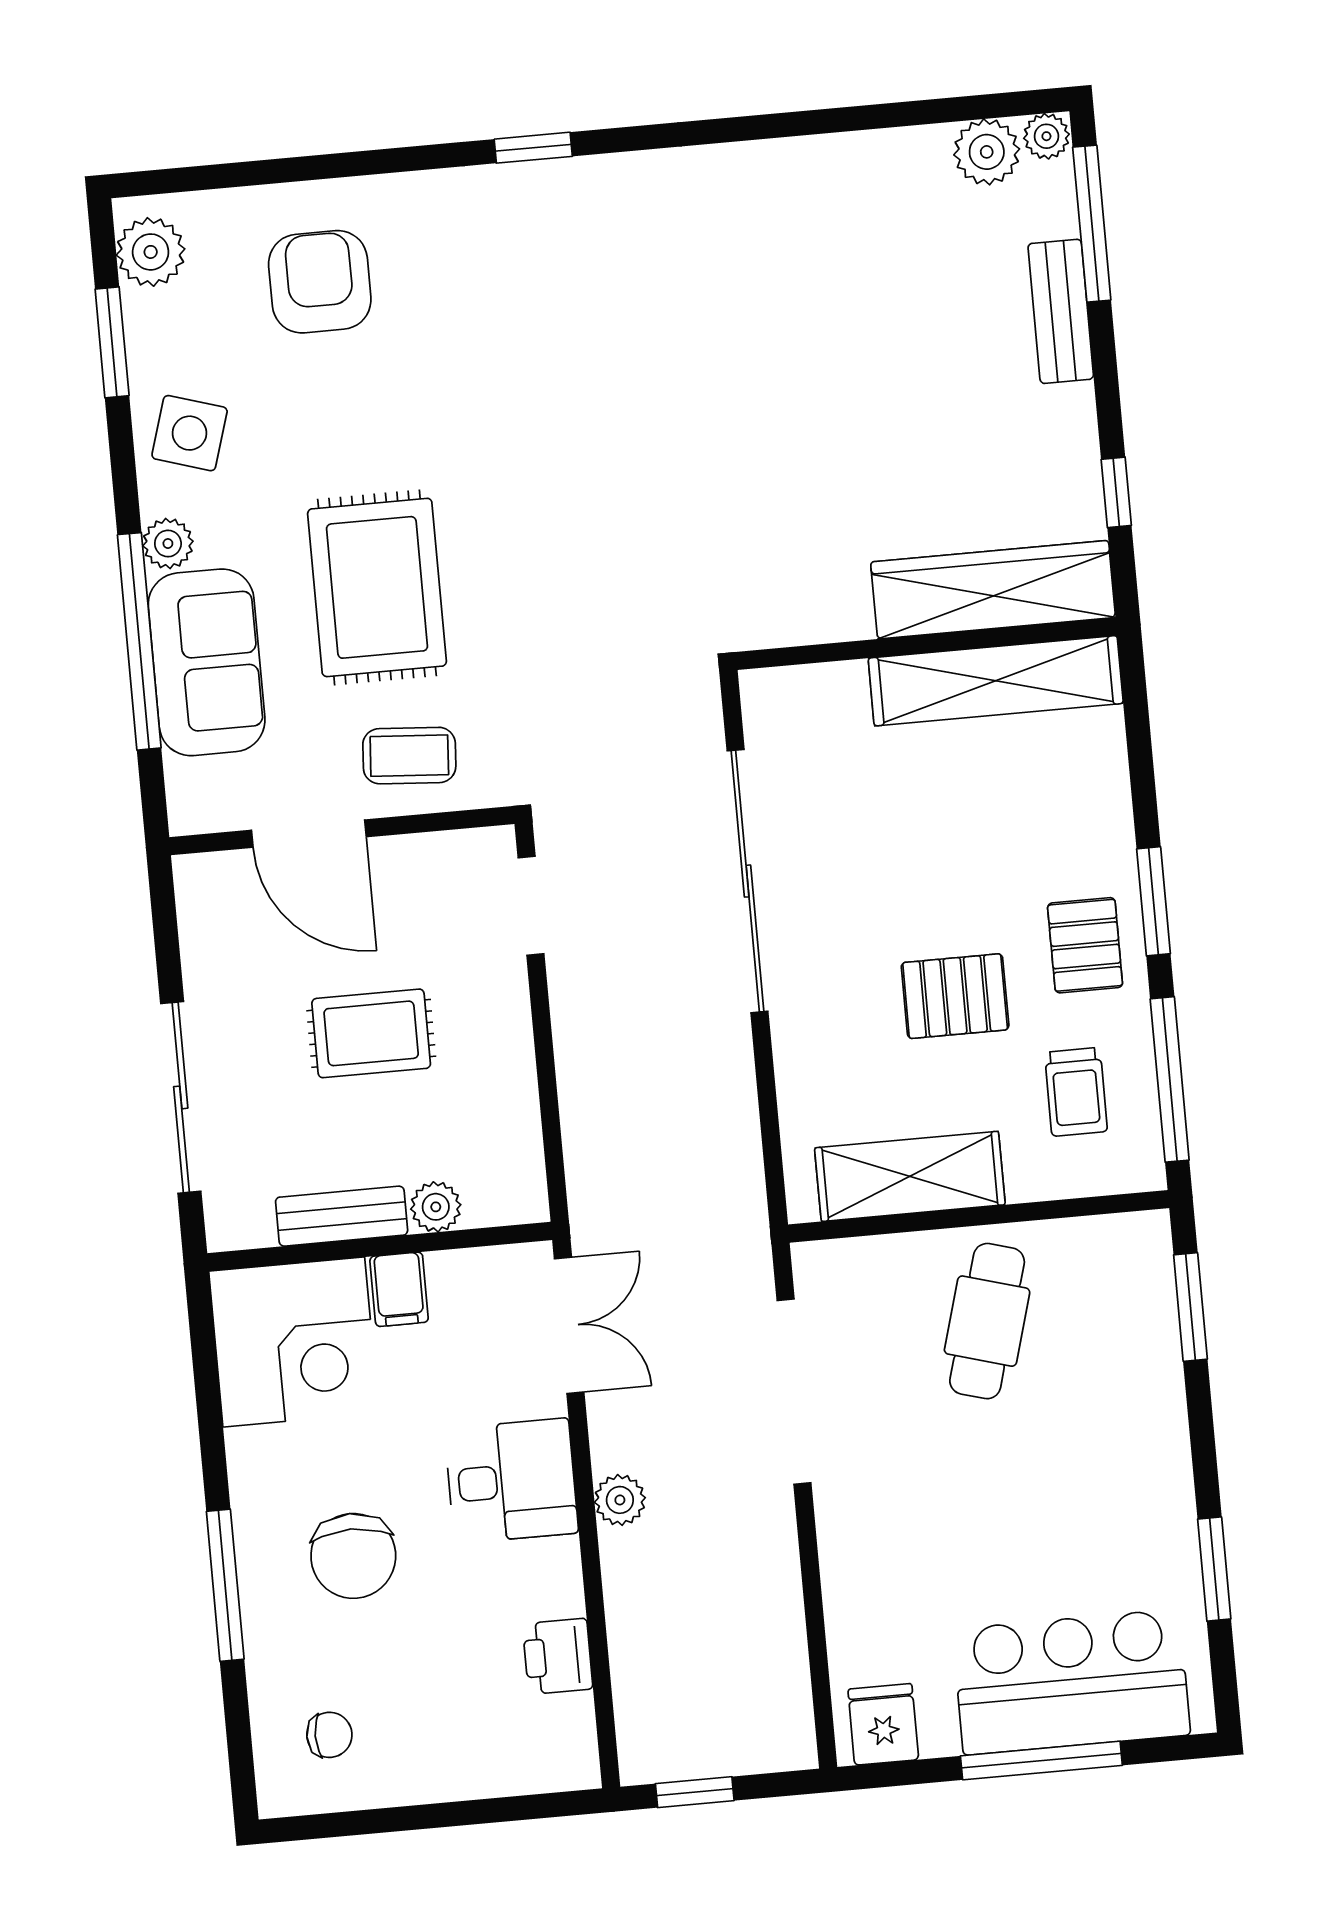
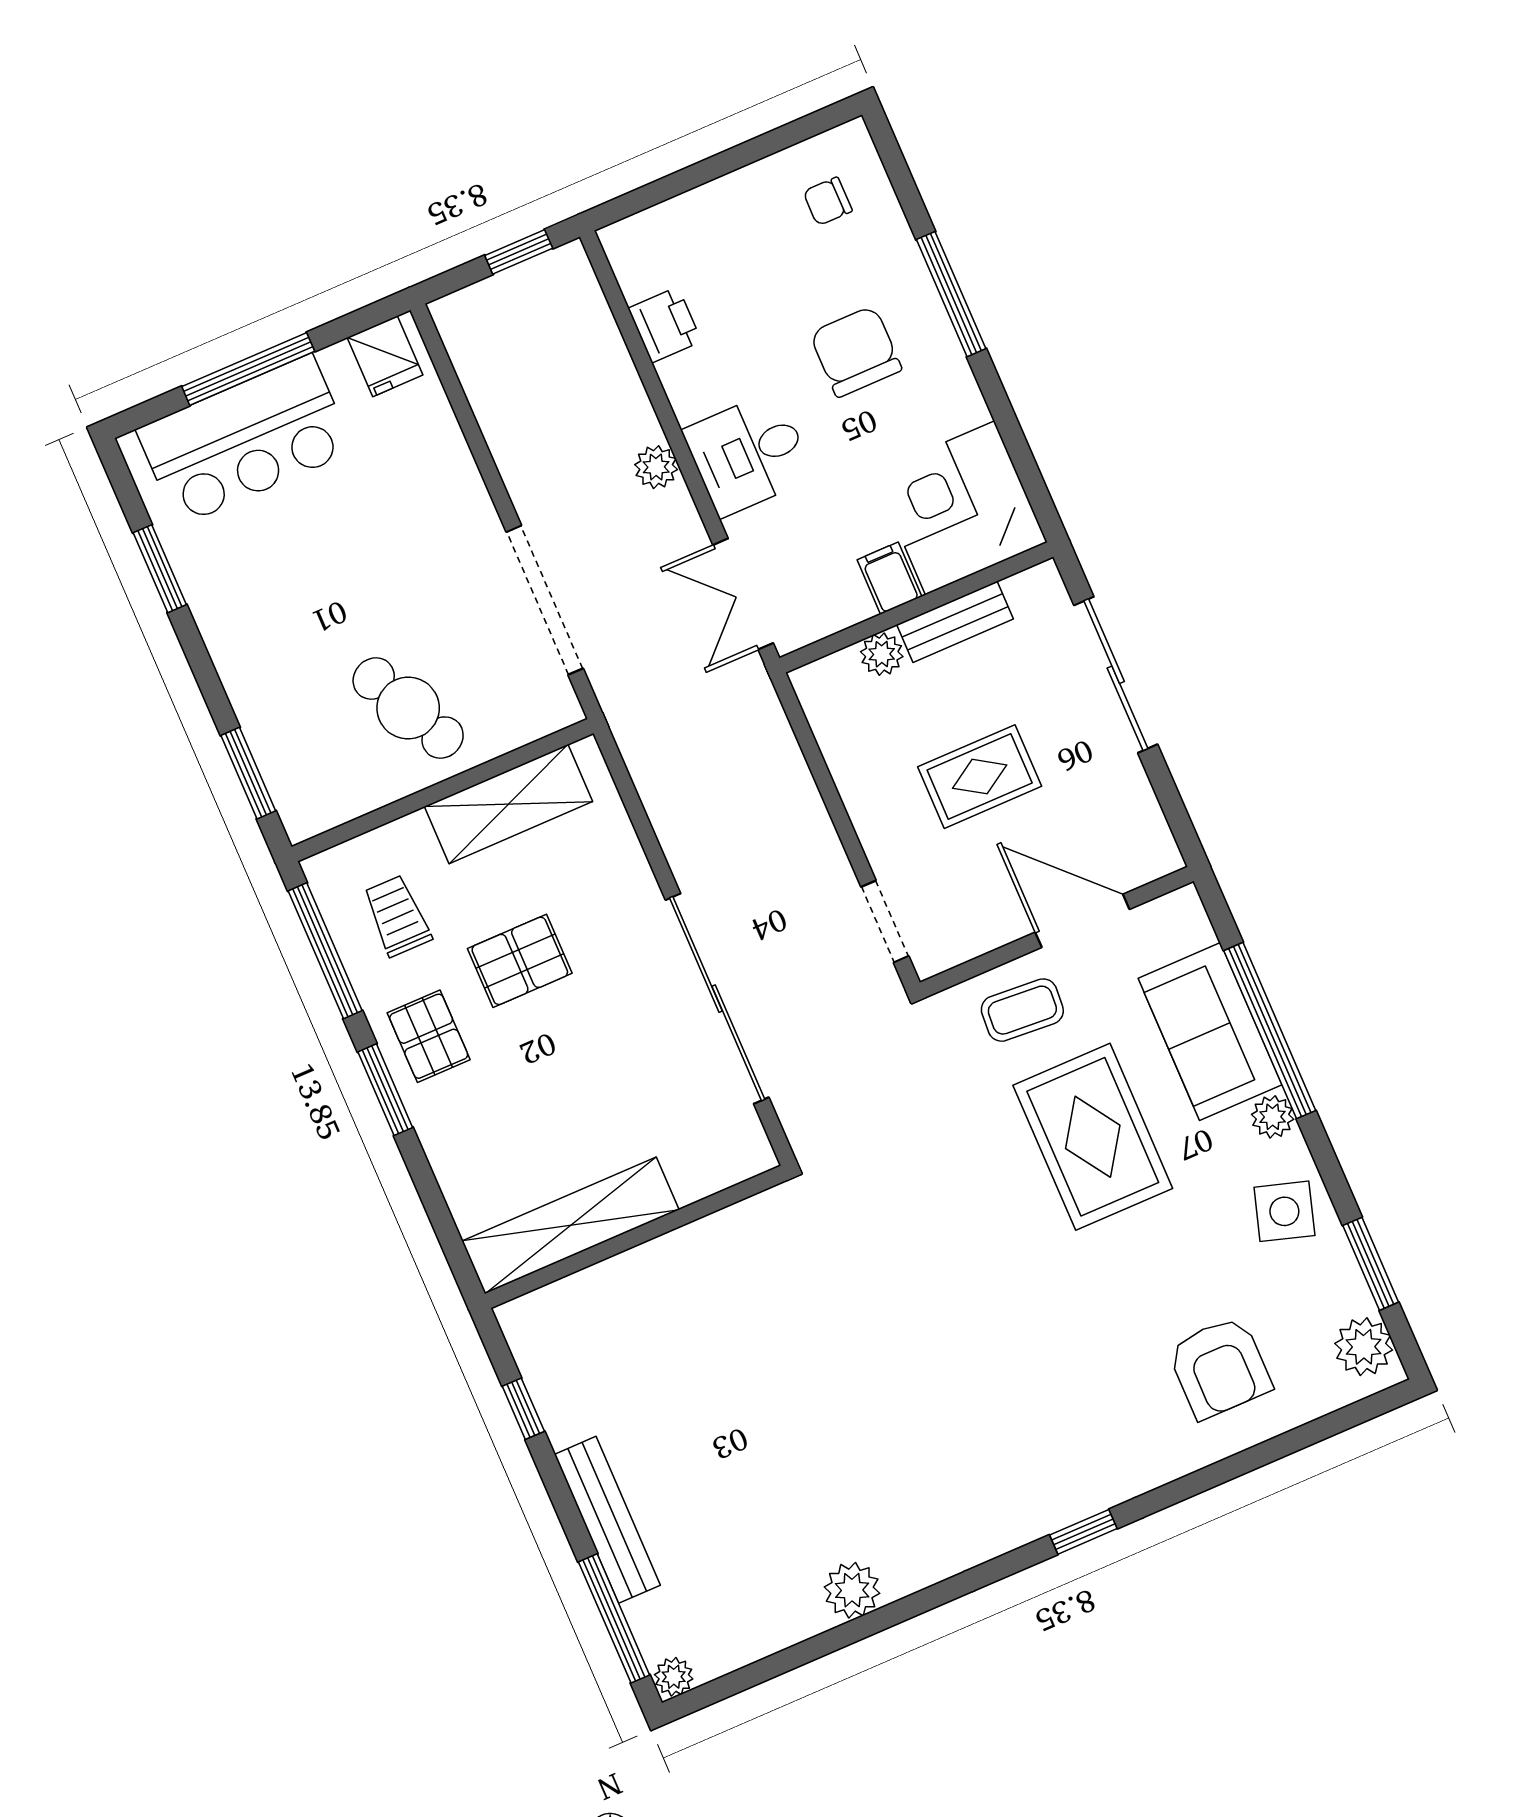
plant: (987, 152) -> (852, 1590), moved
bench: (1061, 311) -> (607, 1520), width x1.36
wardrobe: (993, 590) -> (597, 1298), removed
cafe table: (987, 1321) -> (408, 708), turned -42

